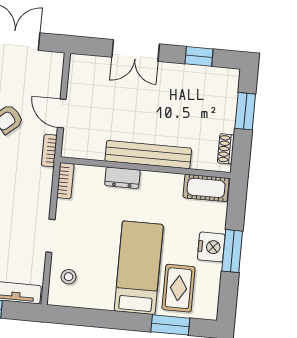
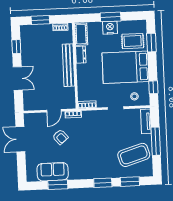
dresser: (122, 178) -> (81, 55), moved
bed: (139, 268) -> (125, 67), width x1.50
window: (81, 317) -> (153, 87), added

